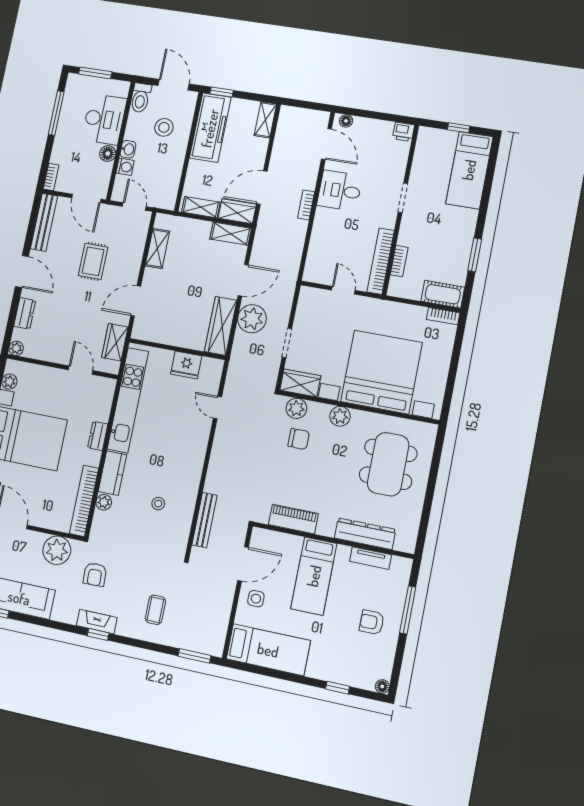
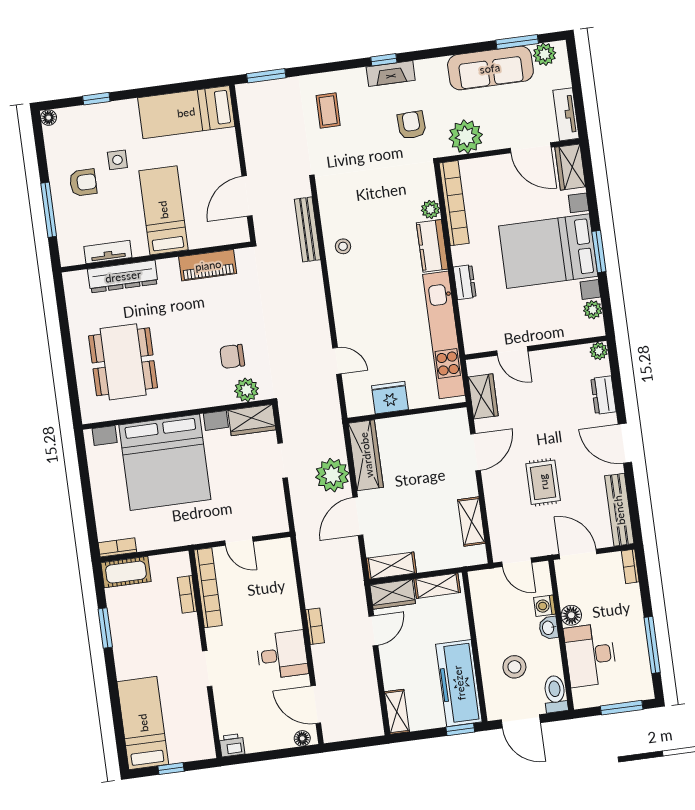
door: (262, 188) -> (373, 631), width x0.73
plant: (340, 416) -> (194, 397), removed
stool: (158, 504) -> (343, 246), moved
side table: (256, 599) -> (117, 160), moved

